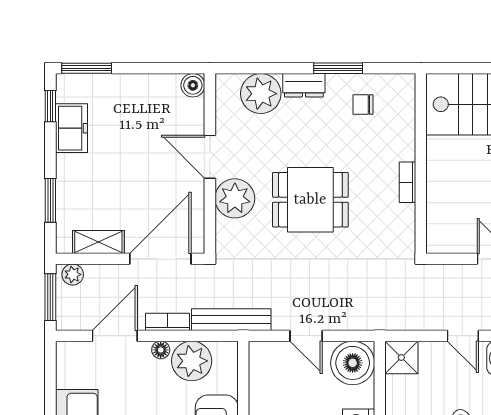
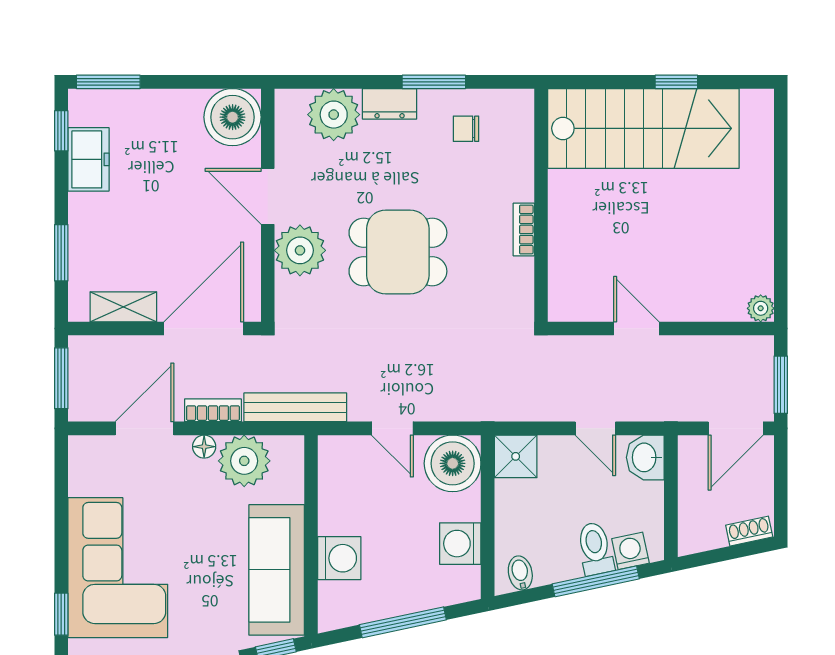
boiler: (193, 85) -> (233, 117), width x1.86, depth x1.86
plant: (73, 274) -> (90, 349), removed

